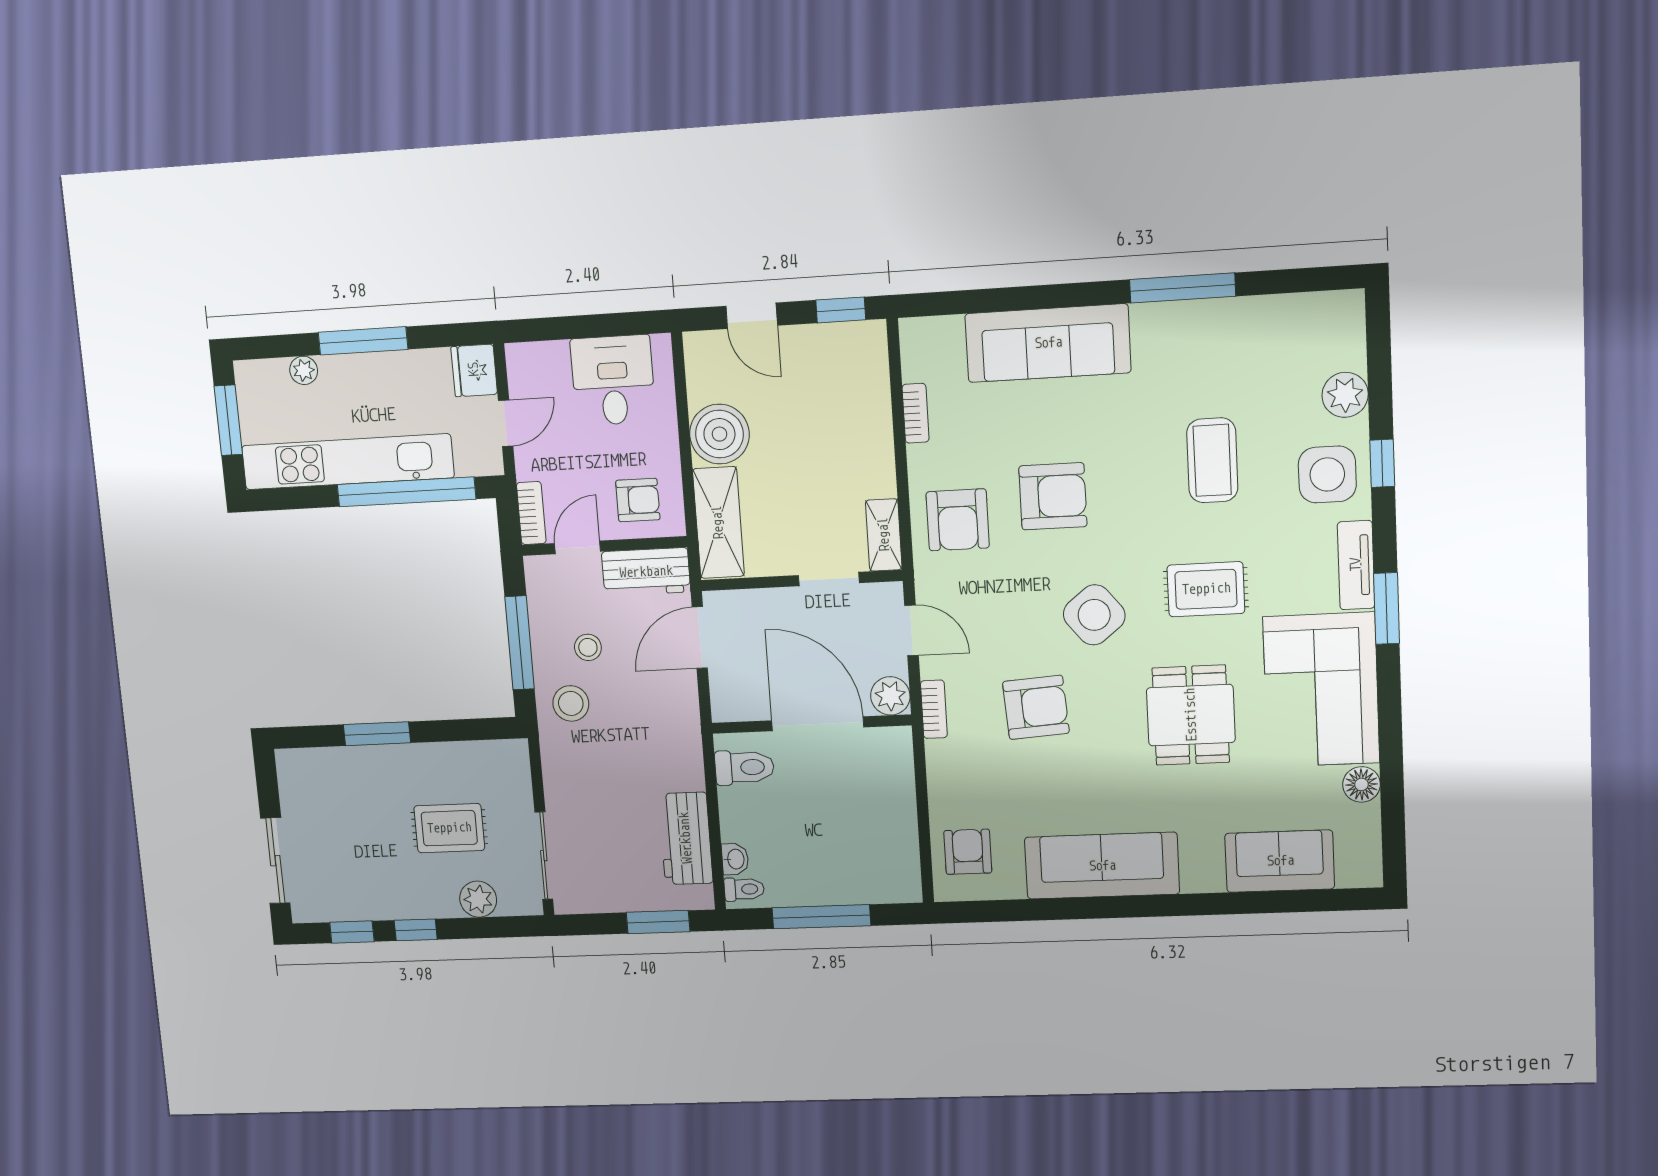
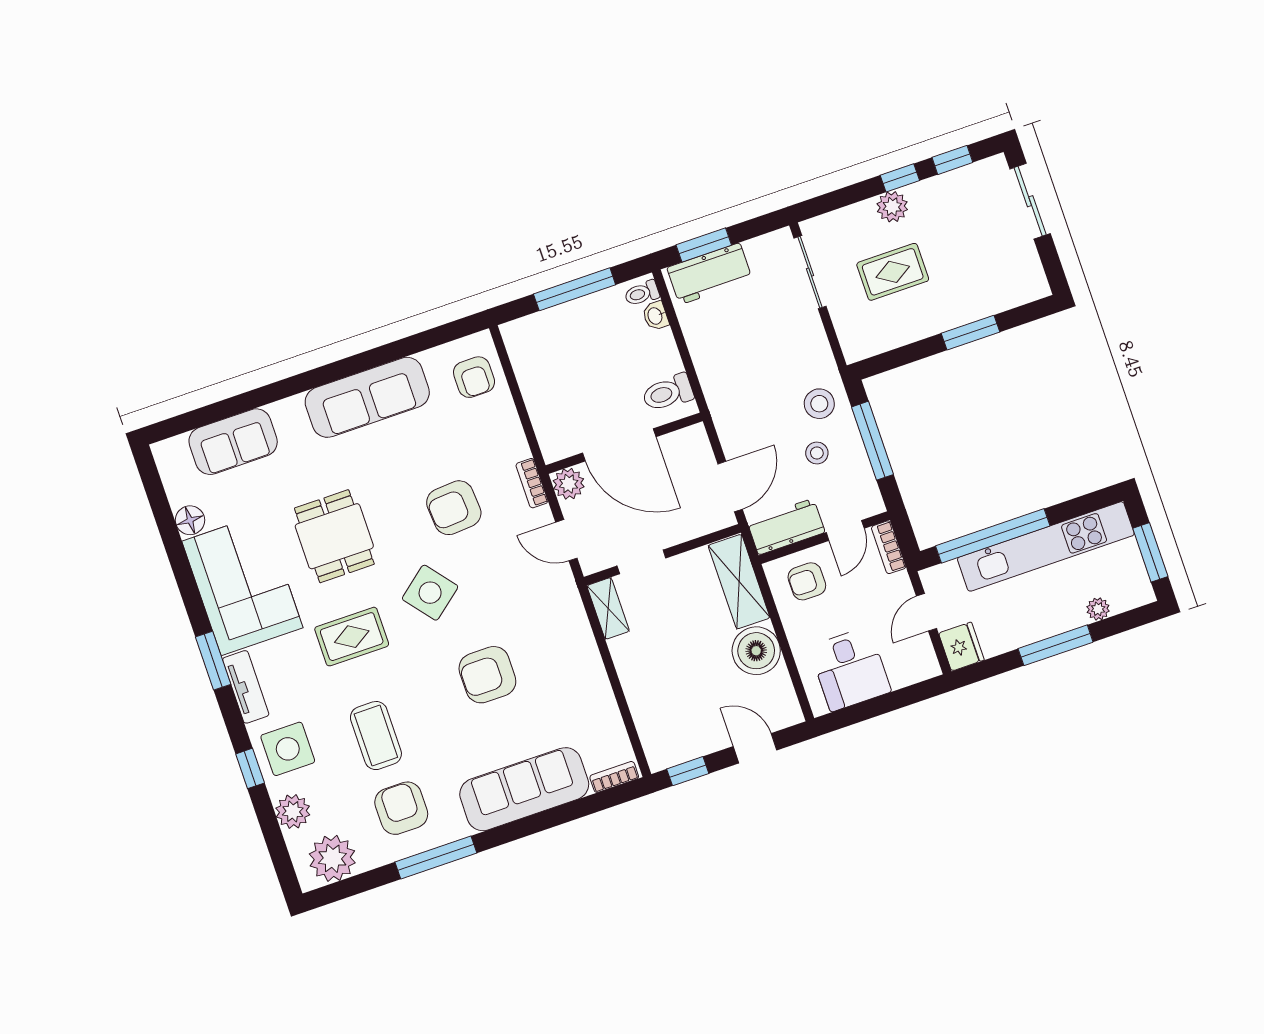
plant: (1313, 322) -> (332, 858), added
bookcase: (916, 413) -> (614, 777), moved, turned 90
armchair: (958, 520) -> (401, 808), moved
workbench: (686, 838) -> (710, 274), moved, turned 90
plant: (478, 899) -> (892, 207), moved

